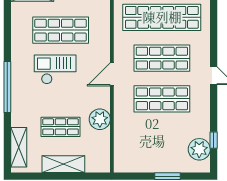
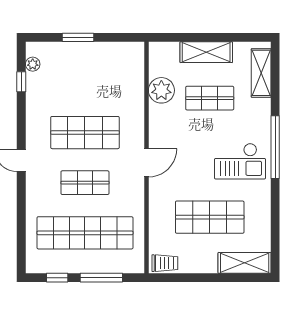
shop shelf: (162, 58) -> (85, 183), width x0.70, depth x0.74
checkout: (55, 69) -> (240, 161), moved
plant: (100, 119) -> (161, 90), moved
plant: (199, 149) -> (33, 64), width x0.53, depth x0.53

